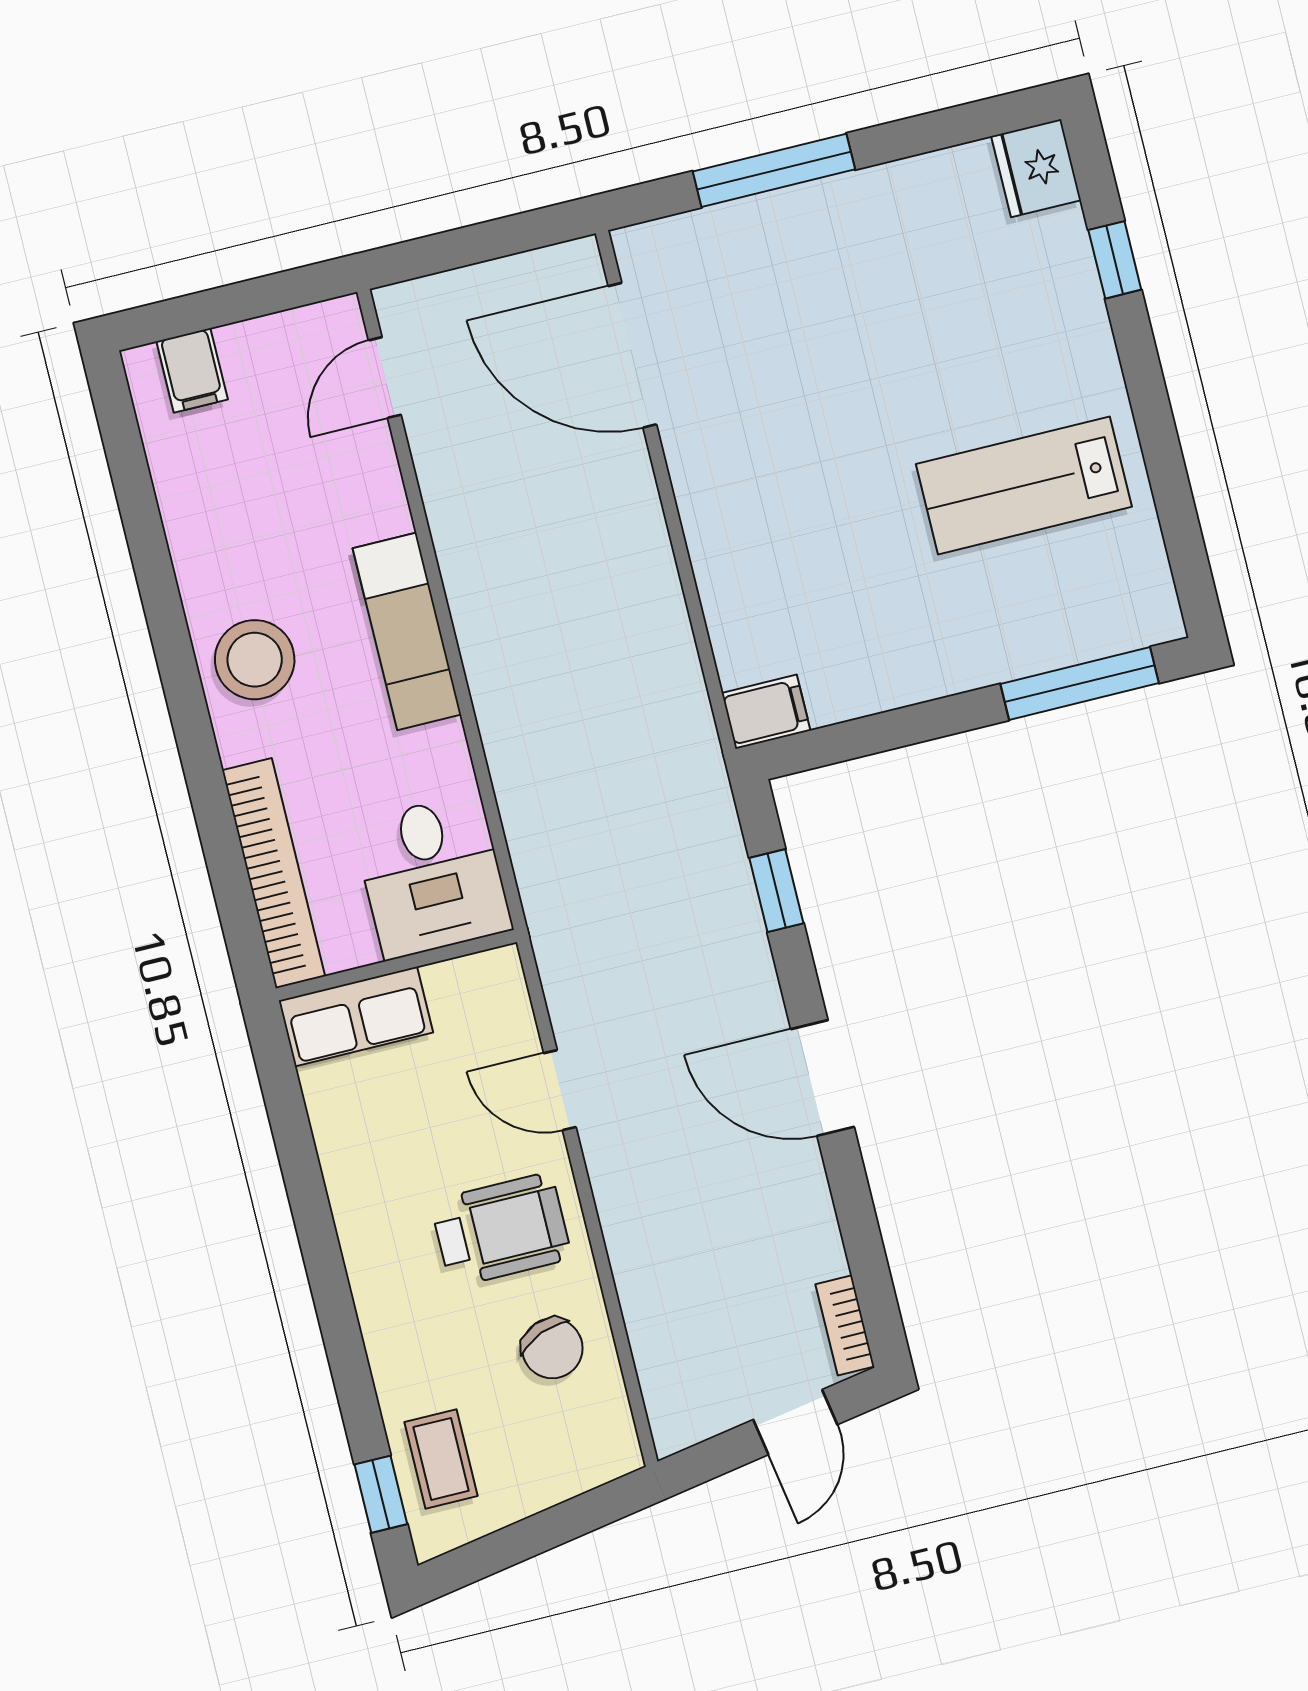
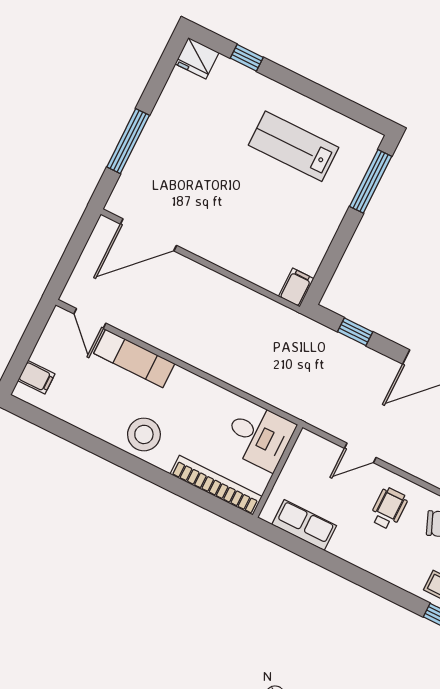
lab bench: (1024, 485) -> (294, 146), turned 90
exam couch: (407, 631) -> (134, 359), moved
row of seats: (356, 1016) -> (304, 525), moved, turned -90
wheelchair: (501, 1230) -> (389, 508), width x0.73, depth x0.73

